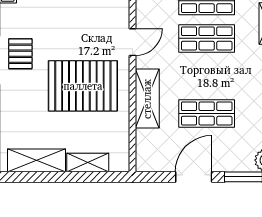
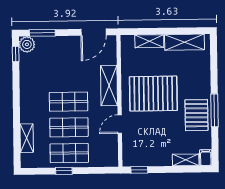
pallet: (20, 54) -> (196, 115), width x1.50, depth x1.42
shop shelf: (207, 113) -> (69, 102), moved
door: (194, 177) -> (94, 32), moved

